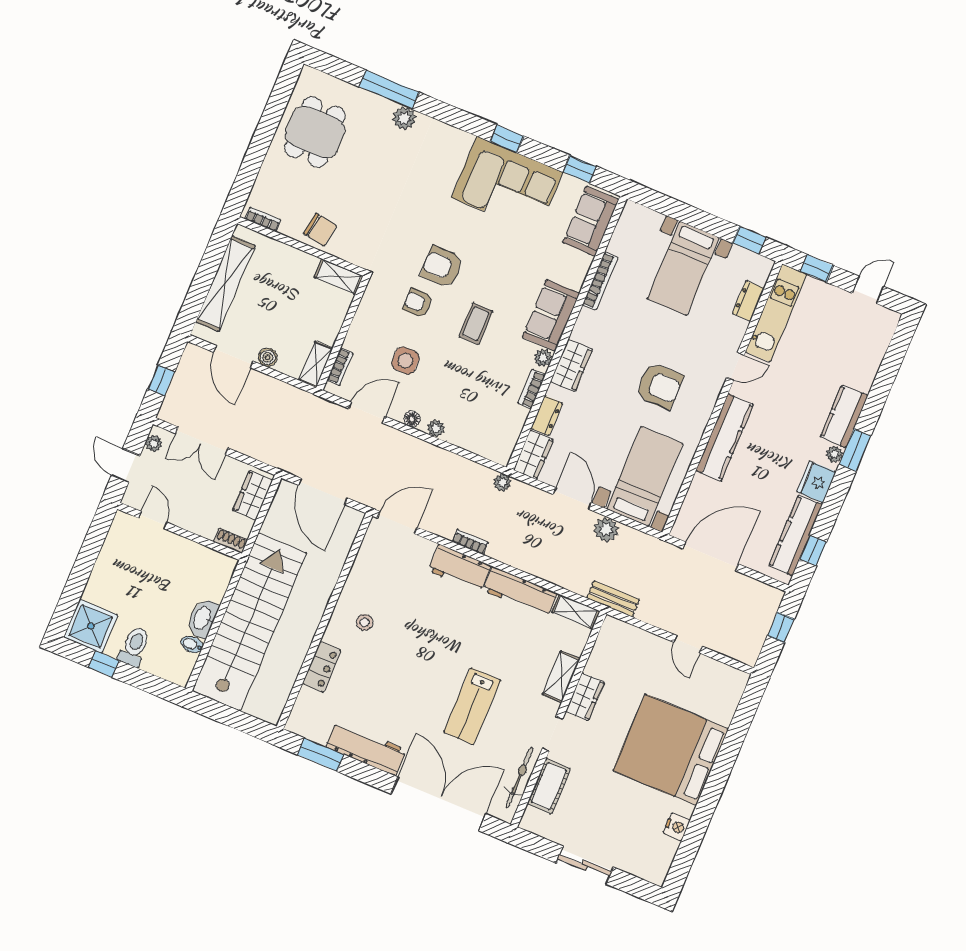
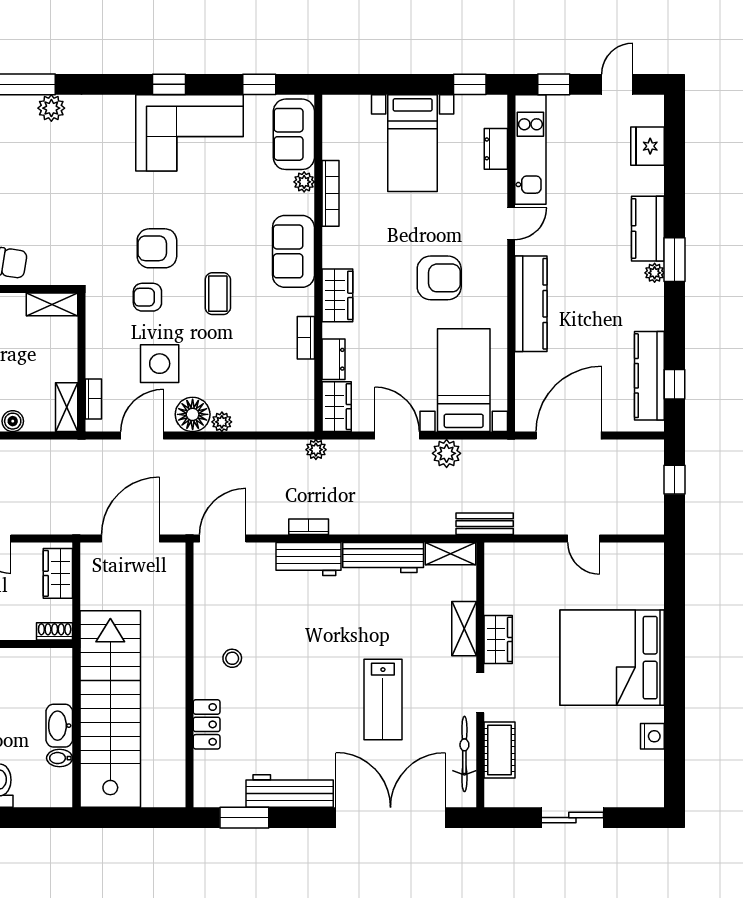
plant: (543, 358) -> (304, 182), moved
side table: (405, 361) -> (160, 364), width x1.37, depth x1.37
floor lamp: (412, 419) -> (193, 414), width x1.89, depth x1.89
fridge: (816, 482) -> (648, 146), moved
door: (323, 492) -> (130, 538), swing flipped

